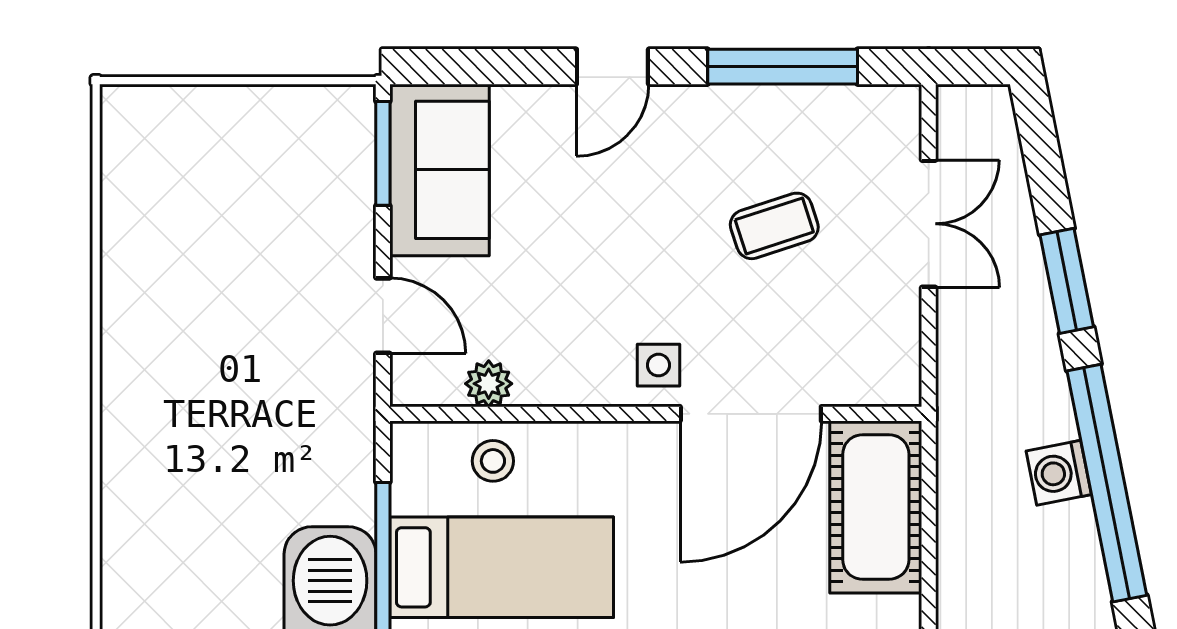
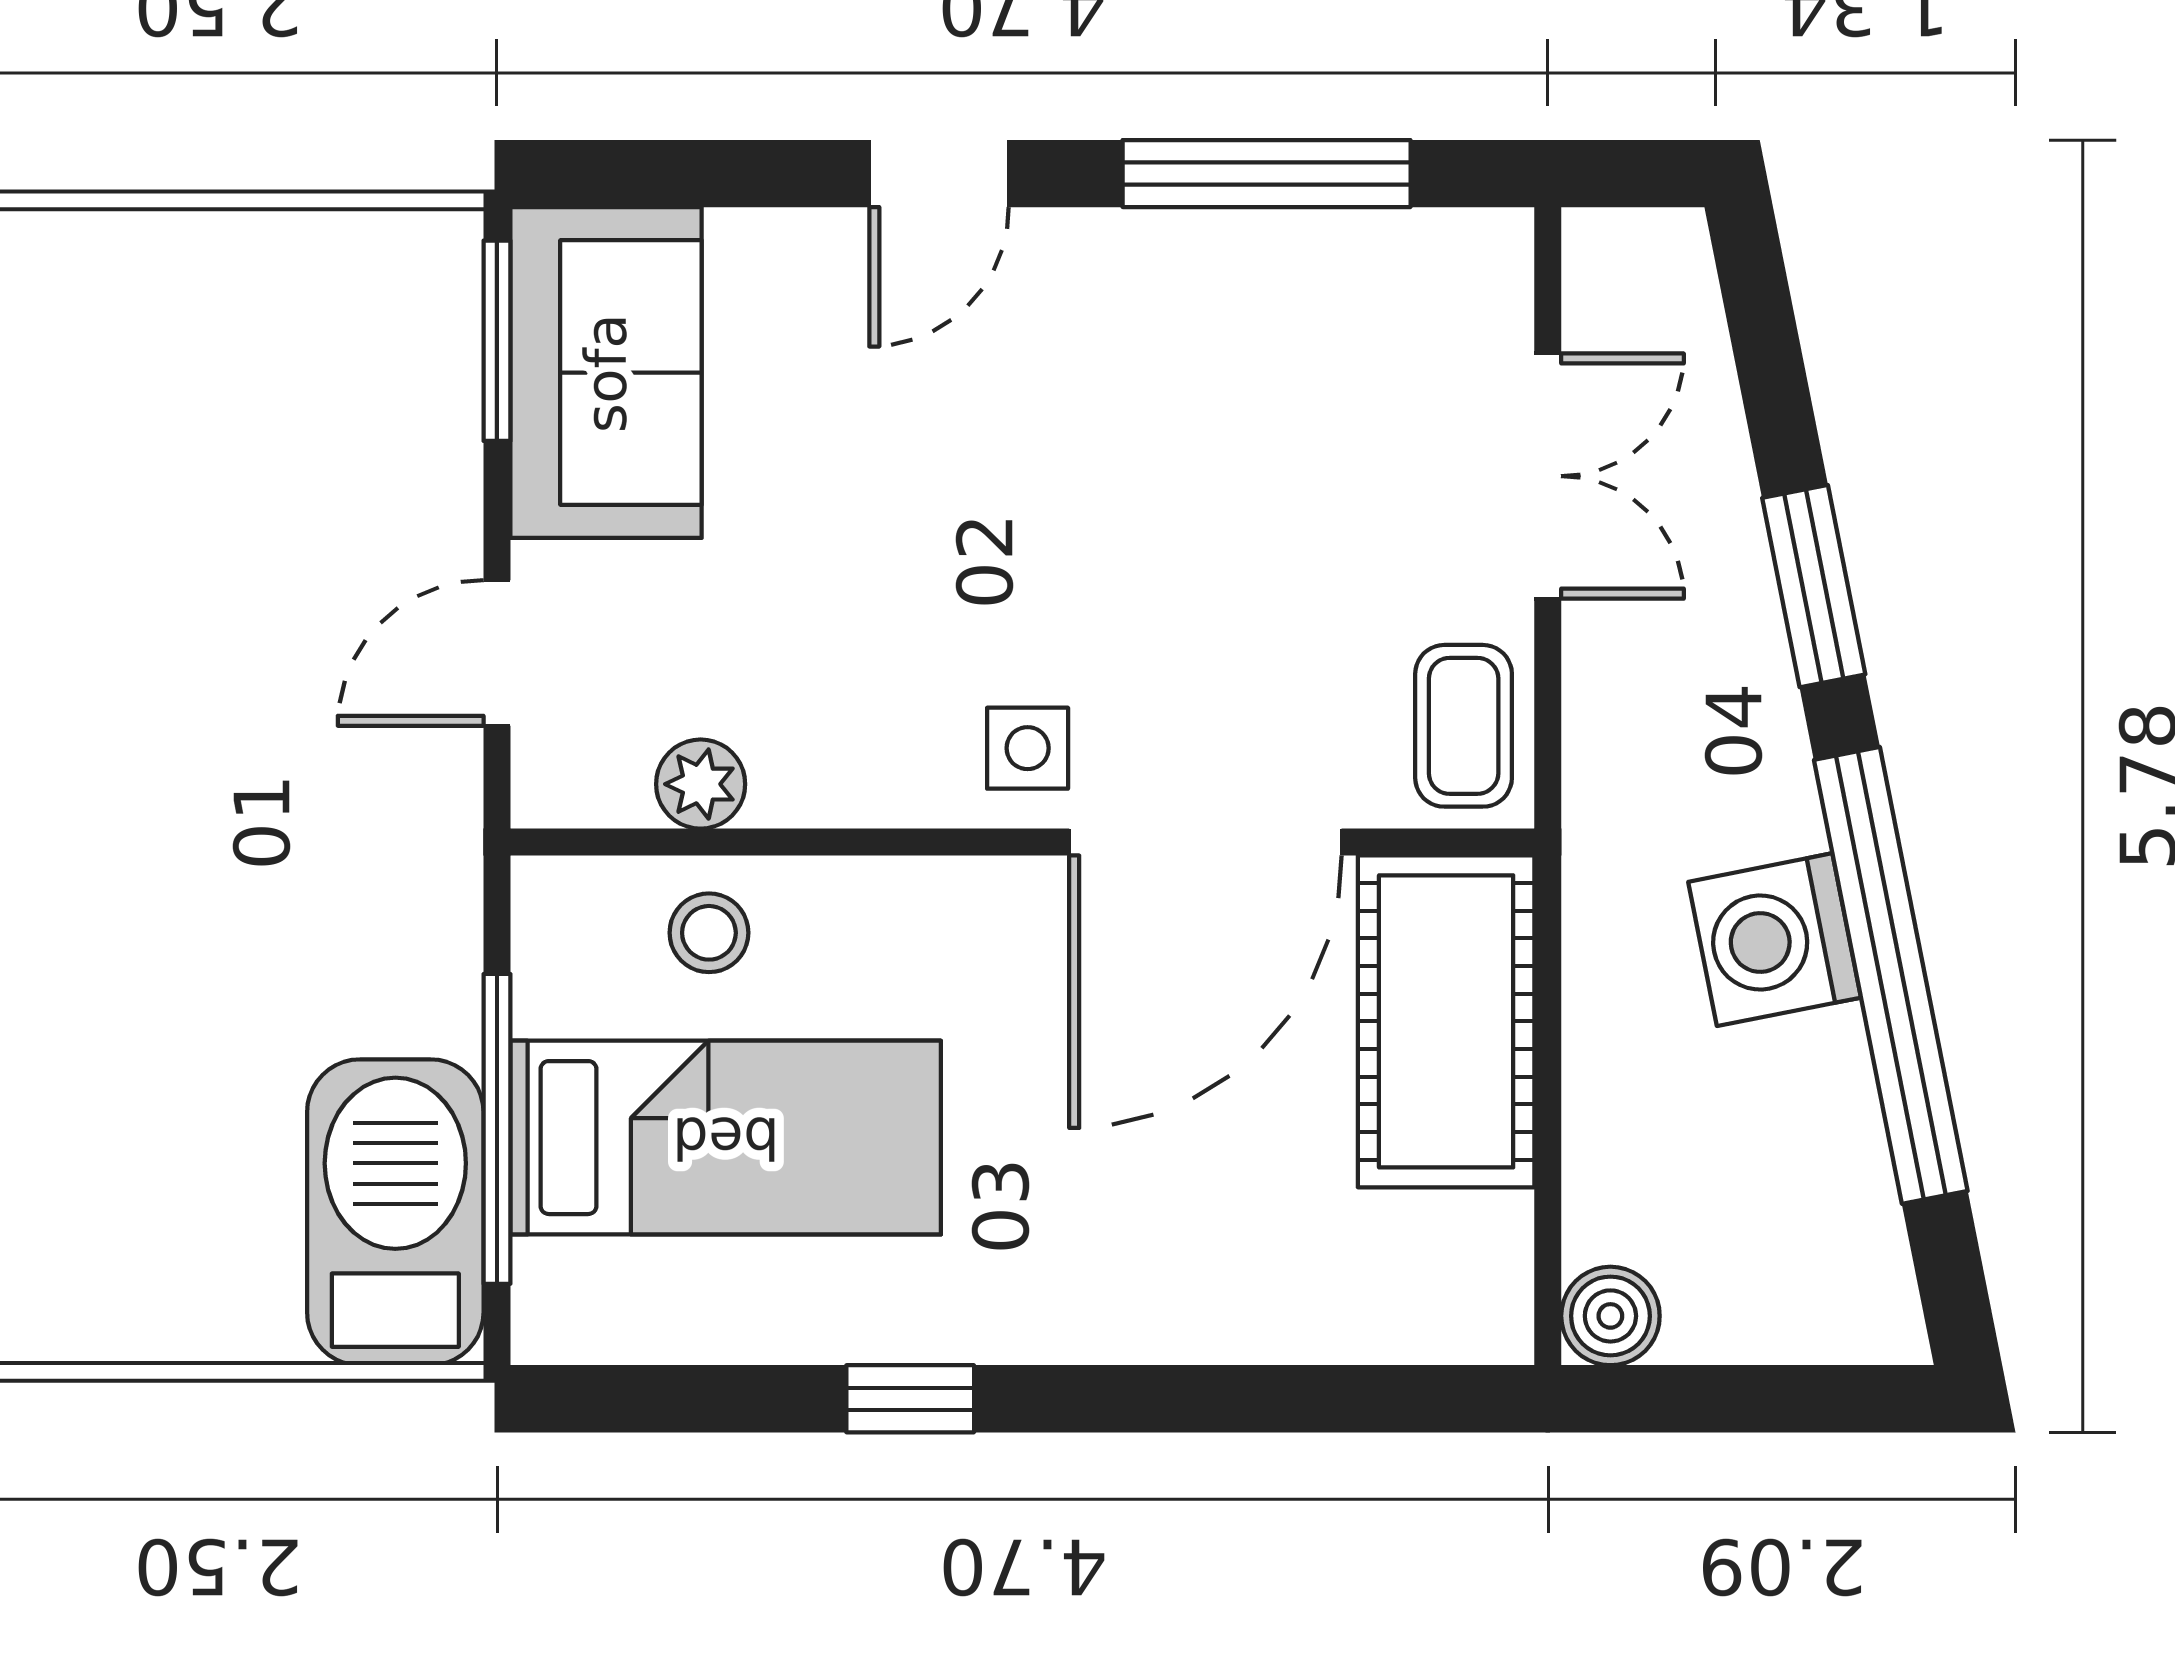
coffee table: (774, 226) -> (1464, 726), moved, turned -72
door: (383, 316) -> (497, 653), swing flipped
washing machine: (1059, 473) -> (1775, 940), width x1.38, depth x1.38

